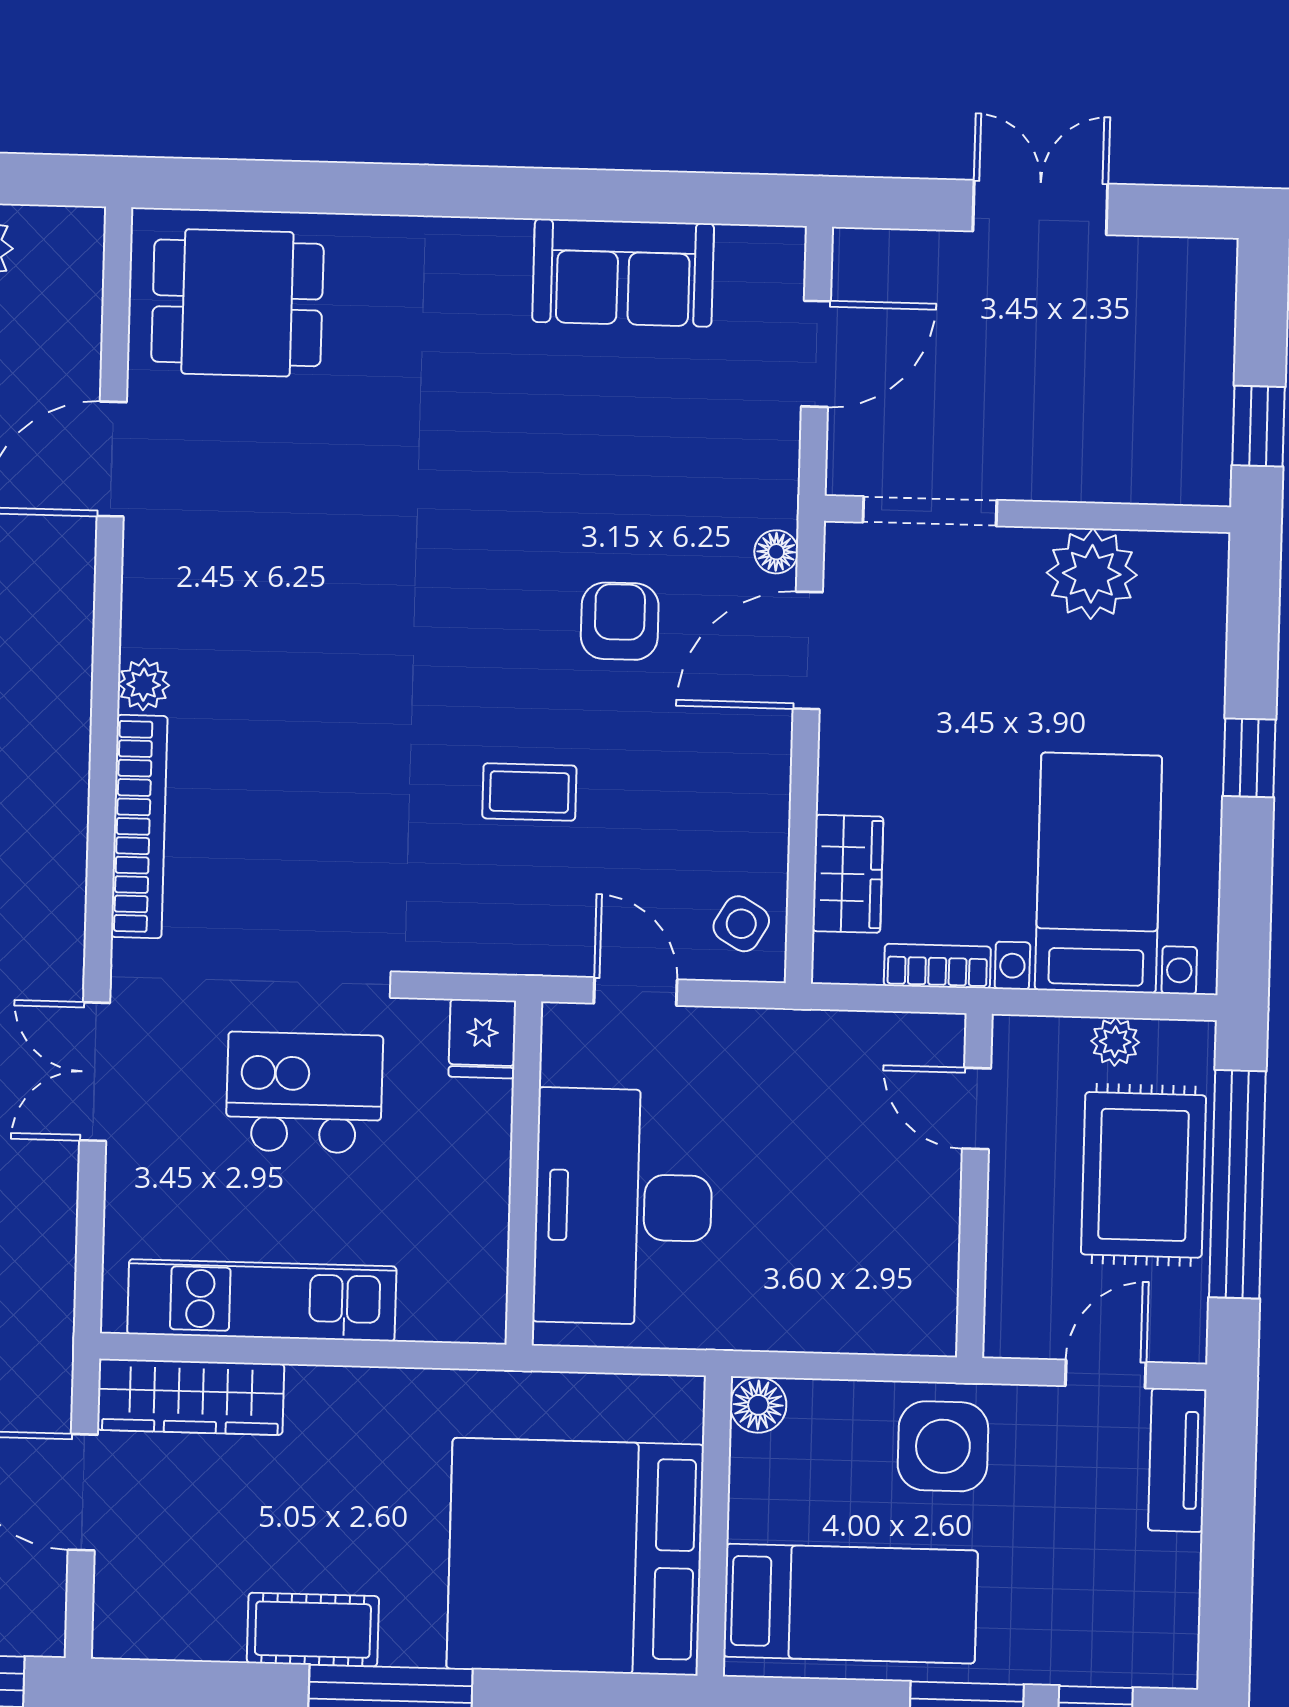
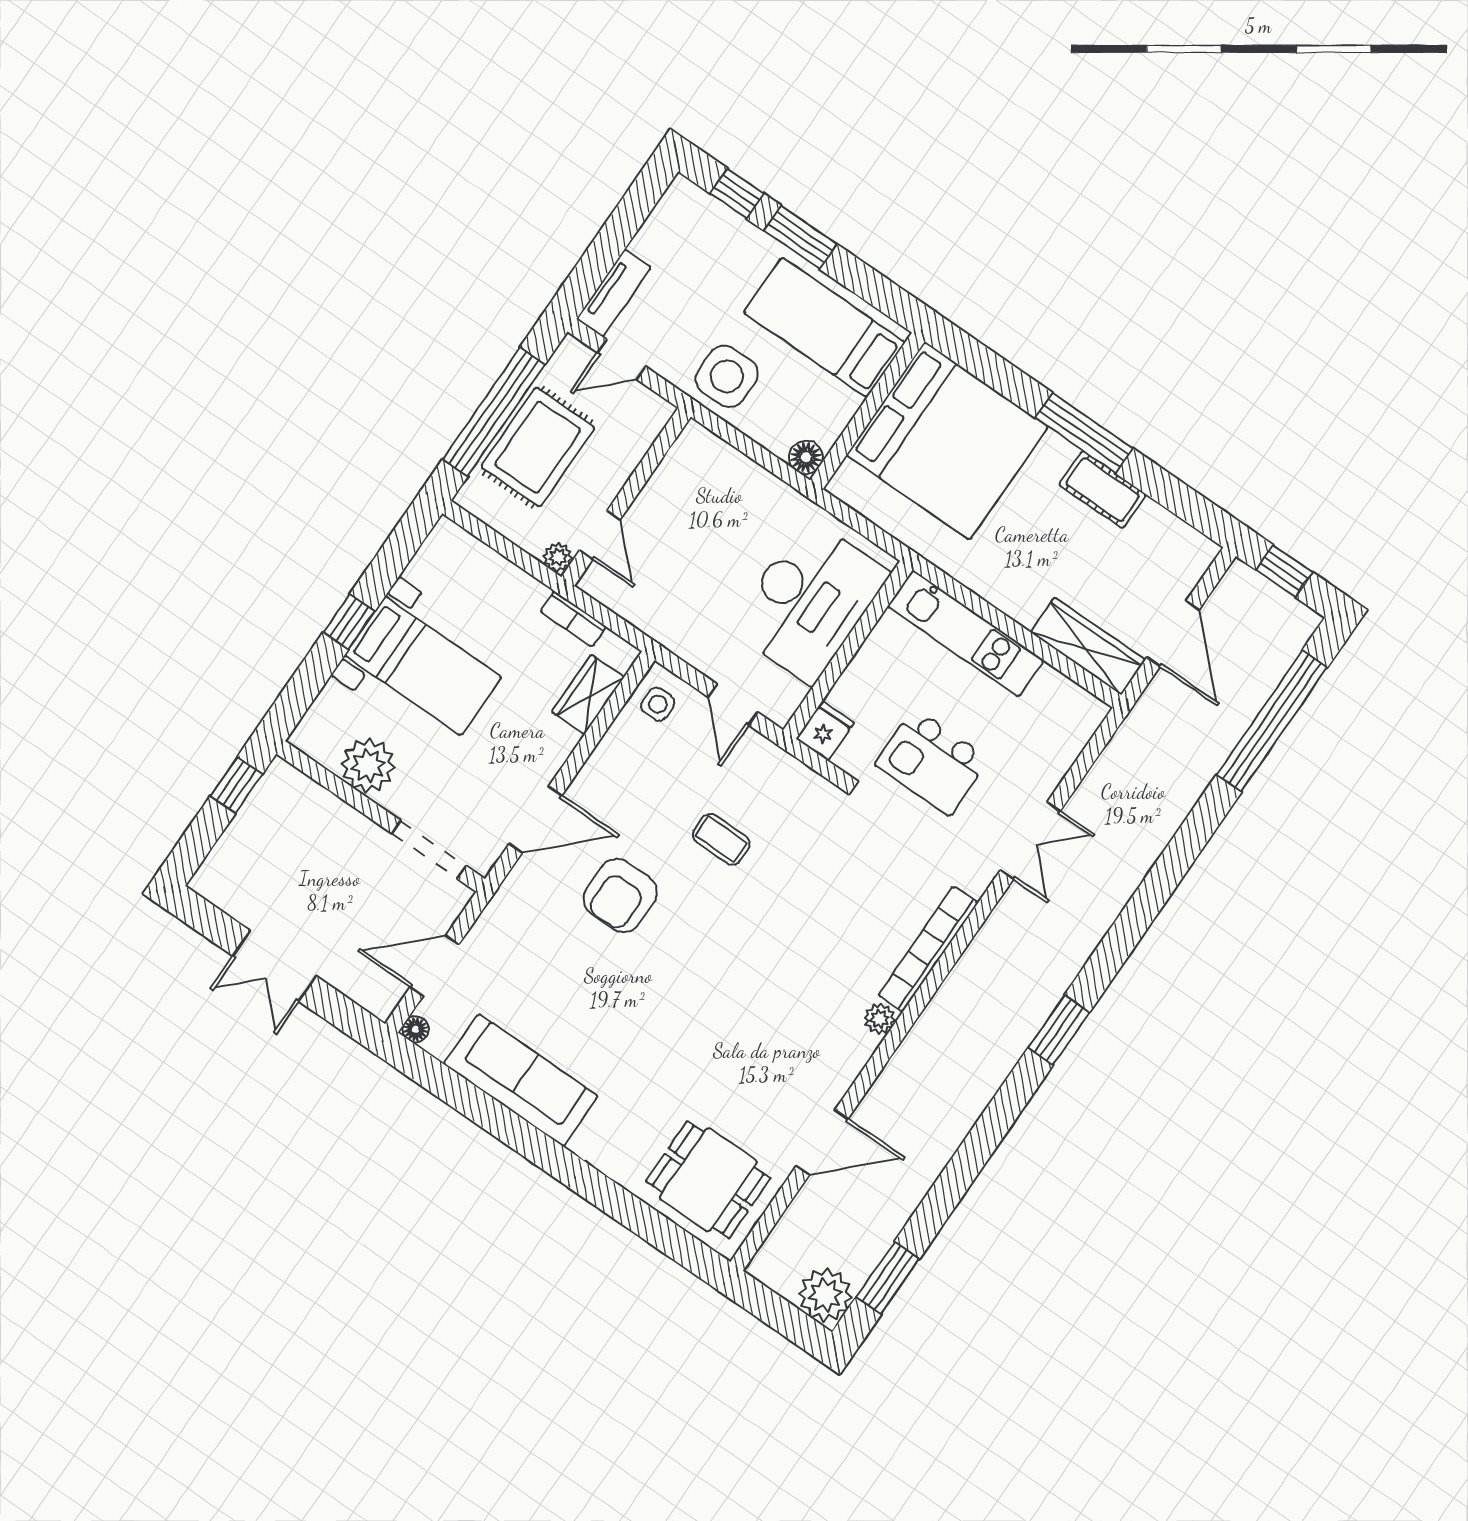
sofa: (623, 273) -> (521, 1080), width x1.36
floor lamp: (776, 552) -> (416, 1029), moved
armchair: (620, 621) -> (620, 895), width x1.38, depth x1.38
bed with nightstands: (1098, 873) -> (423, 666), moved, turned -90
side table: (741, 924) -> (658, 704), turned -31
plant: (1115, 1042) -> (558, 557), moved
kitchen unit: (262, 1300) -> (966, 633), moved

